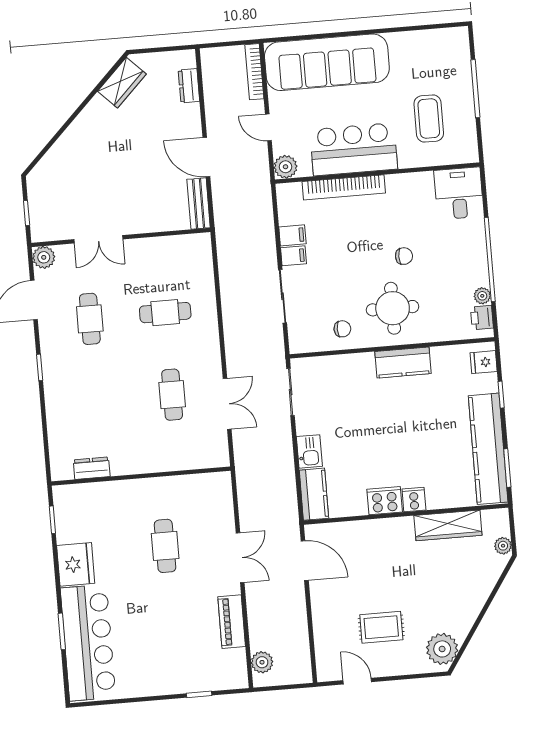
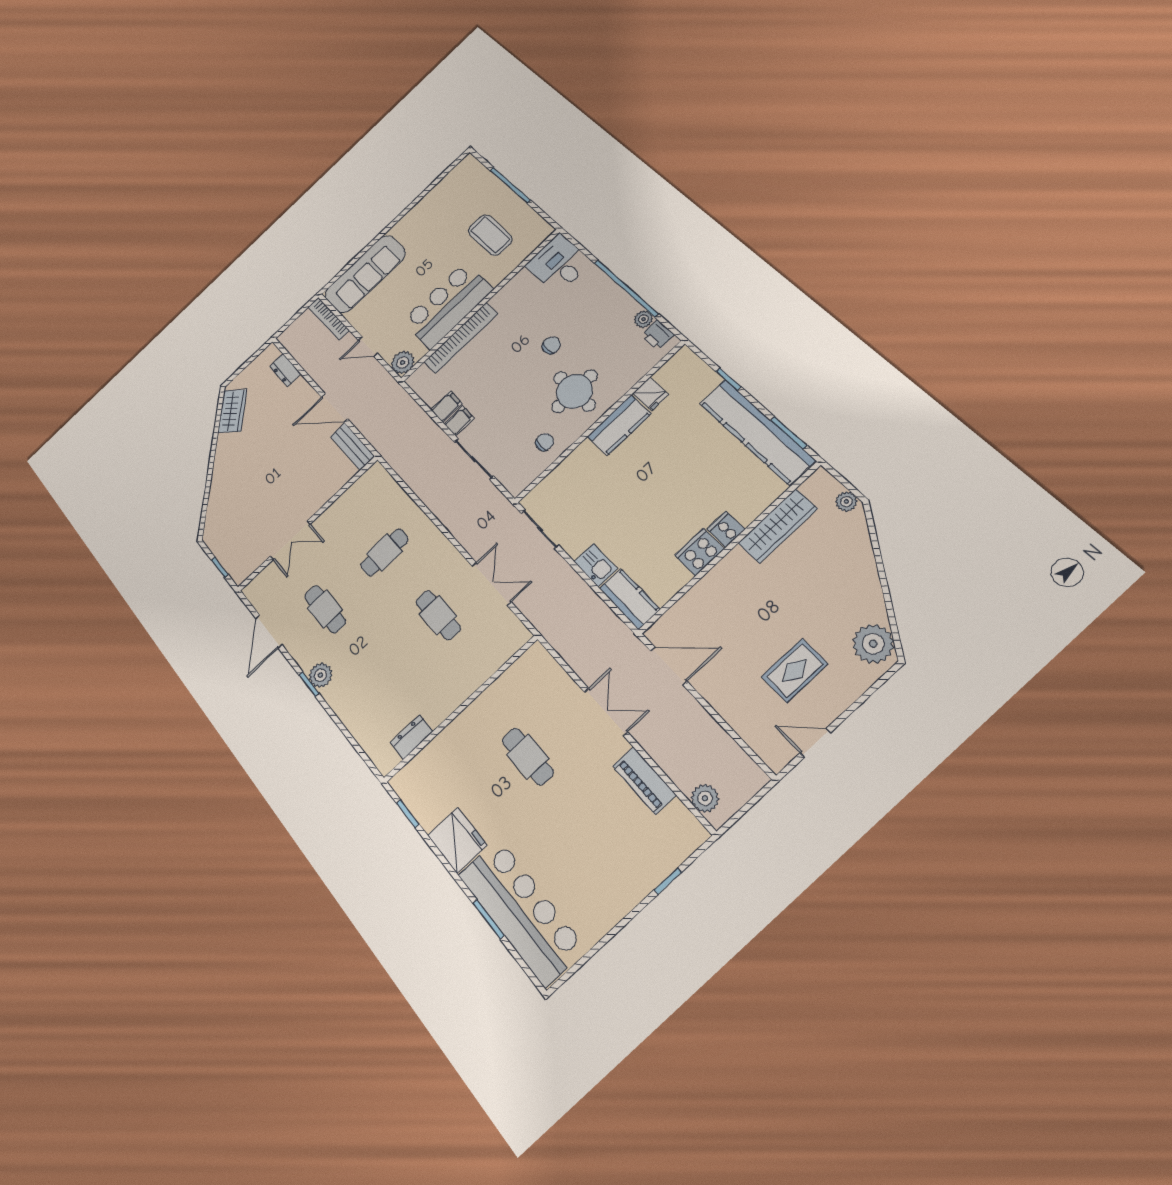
sofa: (327, 62) -> (365, 274), width x0.74, depth x0.79
plant: (44, 257) -> (321, 675), moved
fridge: (484, 362) -> (651, 394), moved, turned -90

